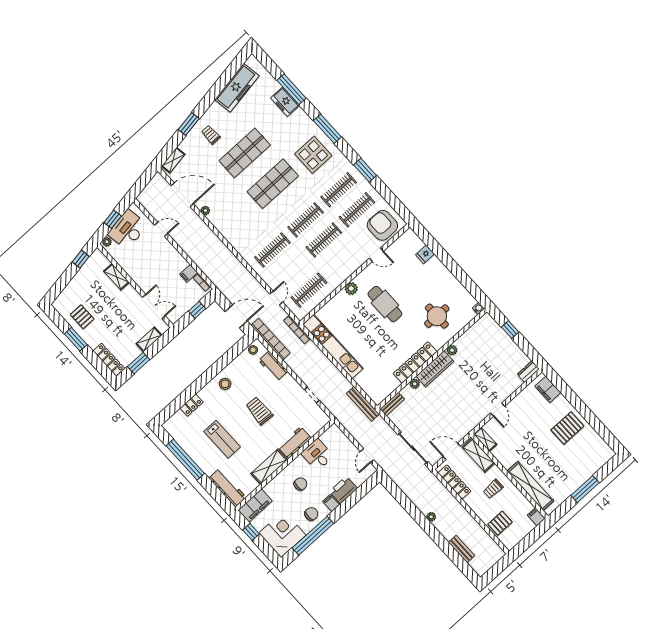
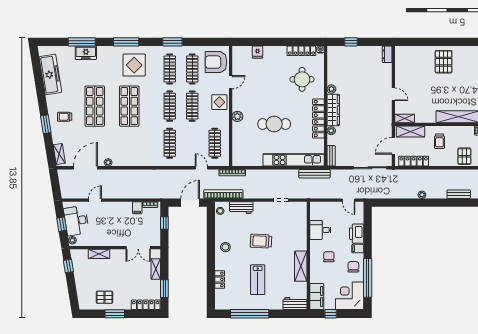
display table: (349, 261) -> (219, 102), added
locker: (462, 292) -> (301, 51), added
cafe table: (385, 304) -> (274, 124), moved
double door: (154, 307) -> (138, 248), swing flipped
kitchen unit: (333, 346) -> (294, 160), moved
filing cabinet: (548, 389) -> (409, 52), removed
lab bench: (222, 439) -> (258, 280), turned 90
workbench: (295, 443) -> (300, 237), removed
workbench: (227, 488) -> (295, 304), width x0.73

